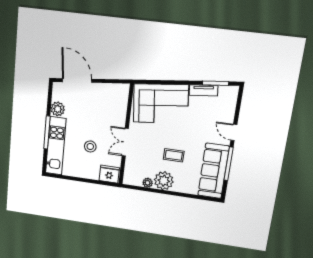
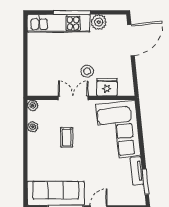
stool: (90, 146) -> (87, 71), moved
coffee table: (174, 155) -> (67, 137), moved
fridge: (109, 174) -> (107, 87), moved, turned -90
plant: (164, 181) -> (33, 105), moved, width x0.53, depth x0.53

